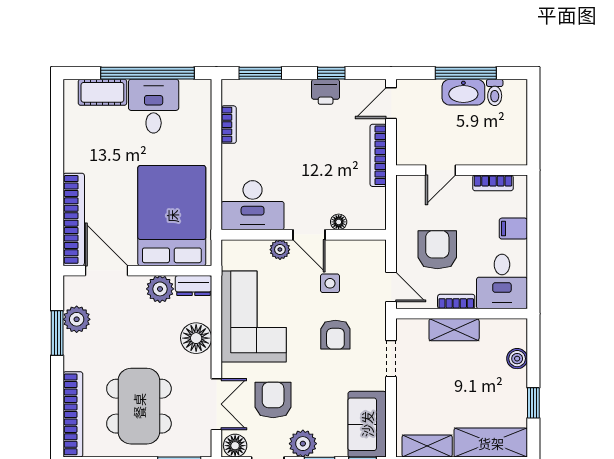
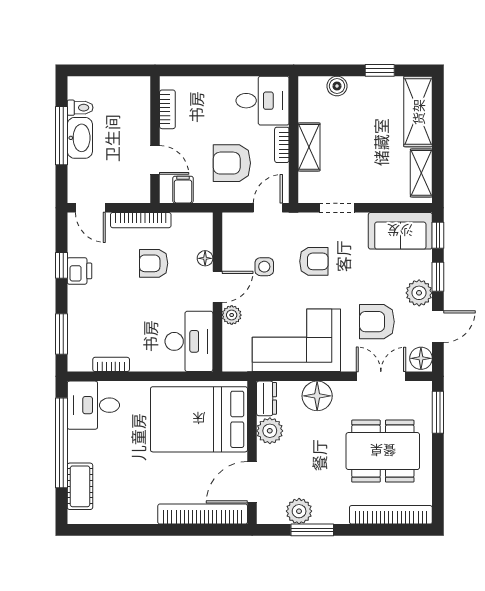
desk: (154, 106) -> (93, 405), moved
armchair: (333, 169) -> (154, 263), added
filing cabinet: (513, 229) -> (183, 190), moved, turned 180

